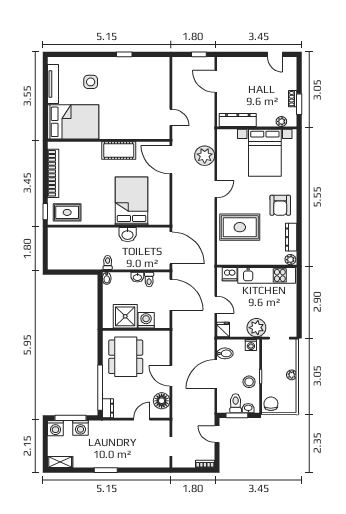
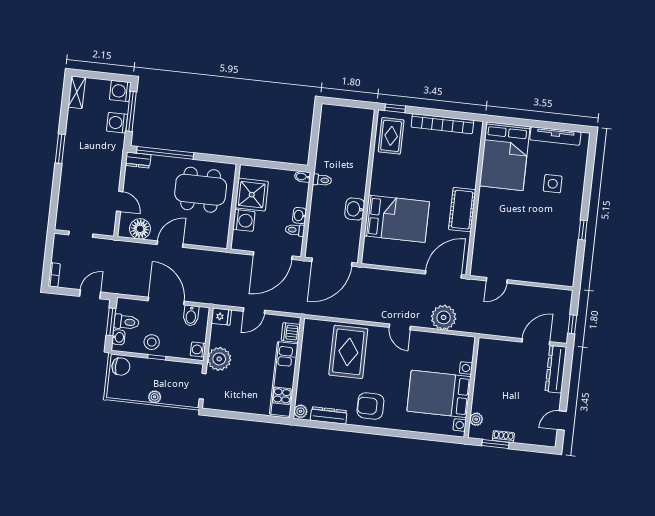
dresser: (238, 120) -> (556, 369), moved, turned 180

